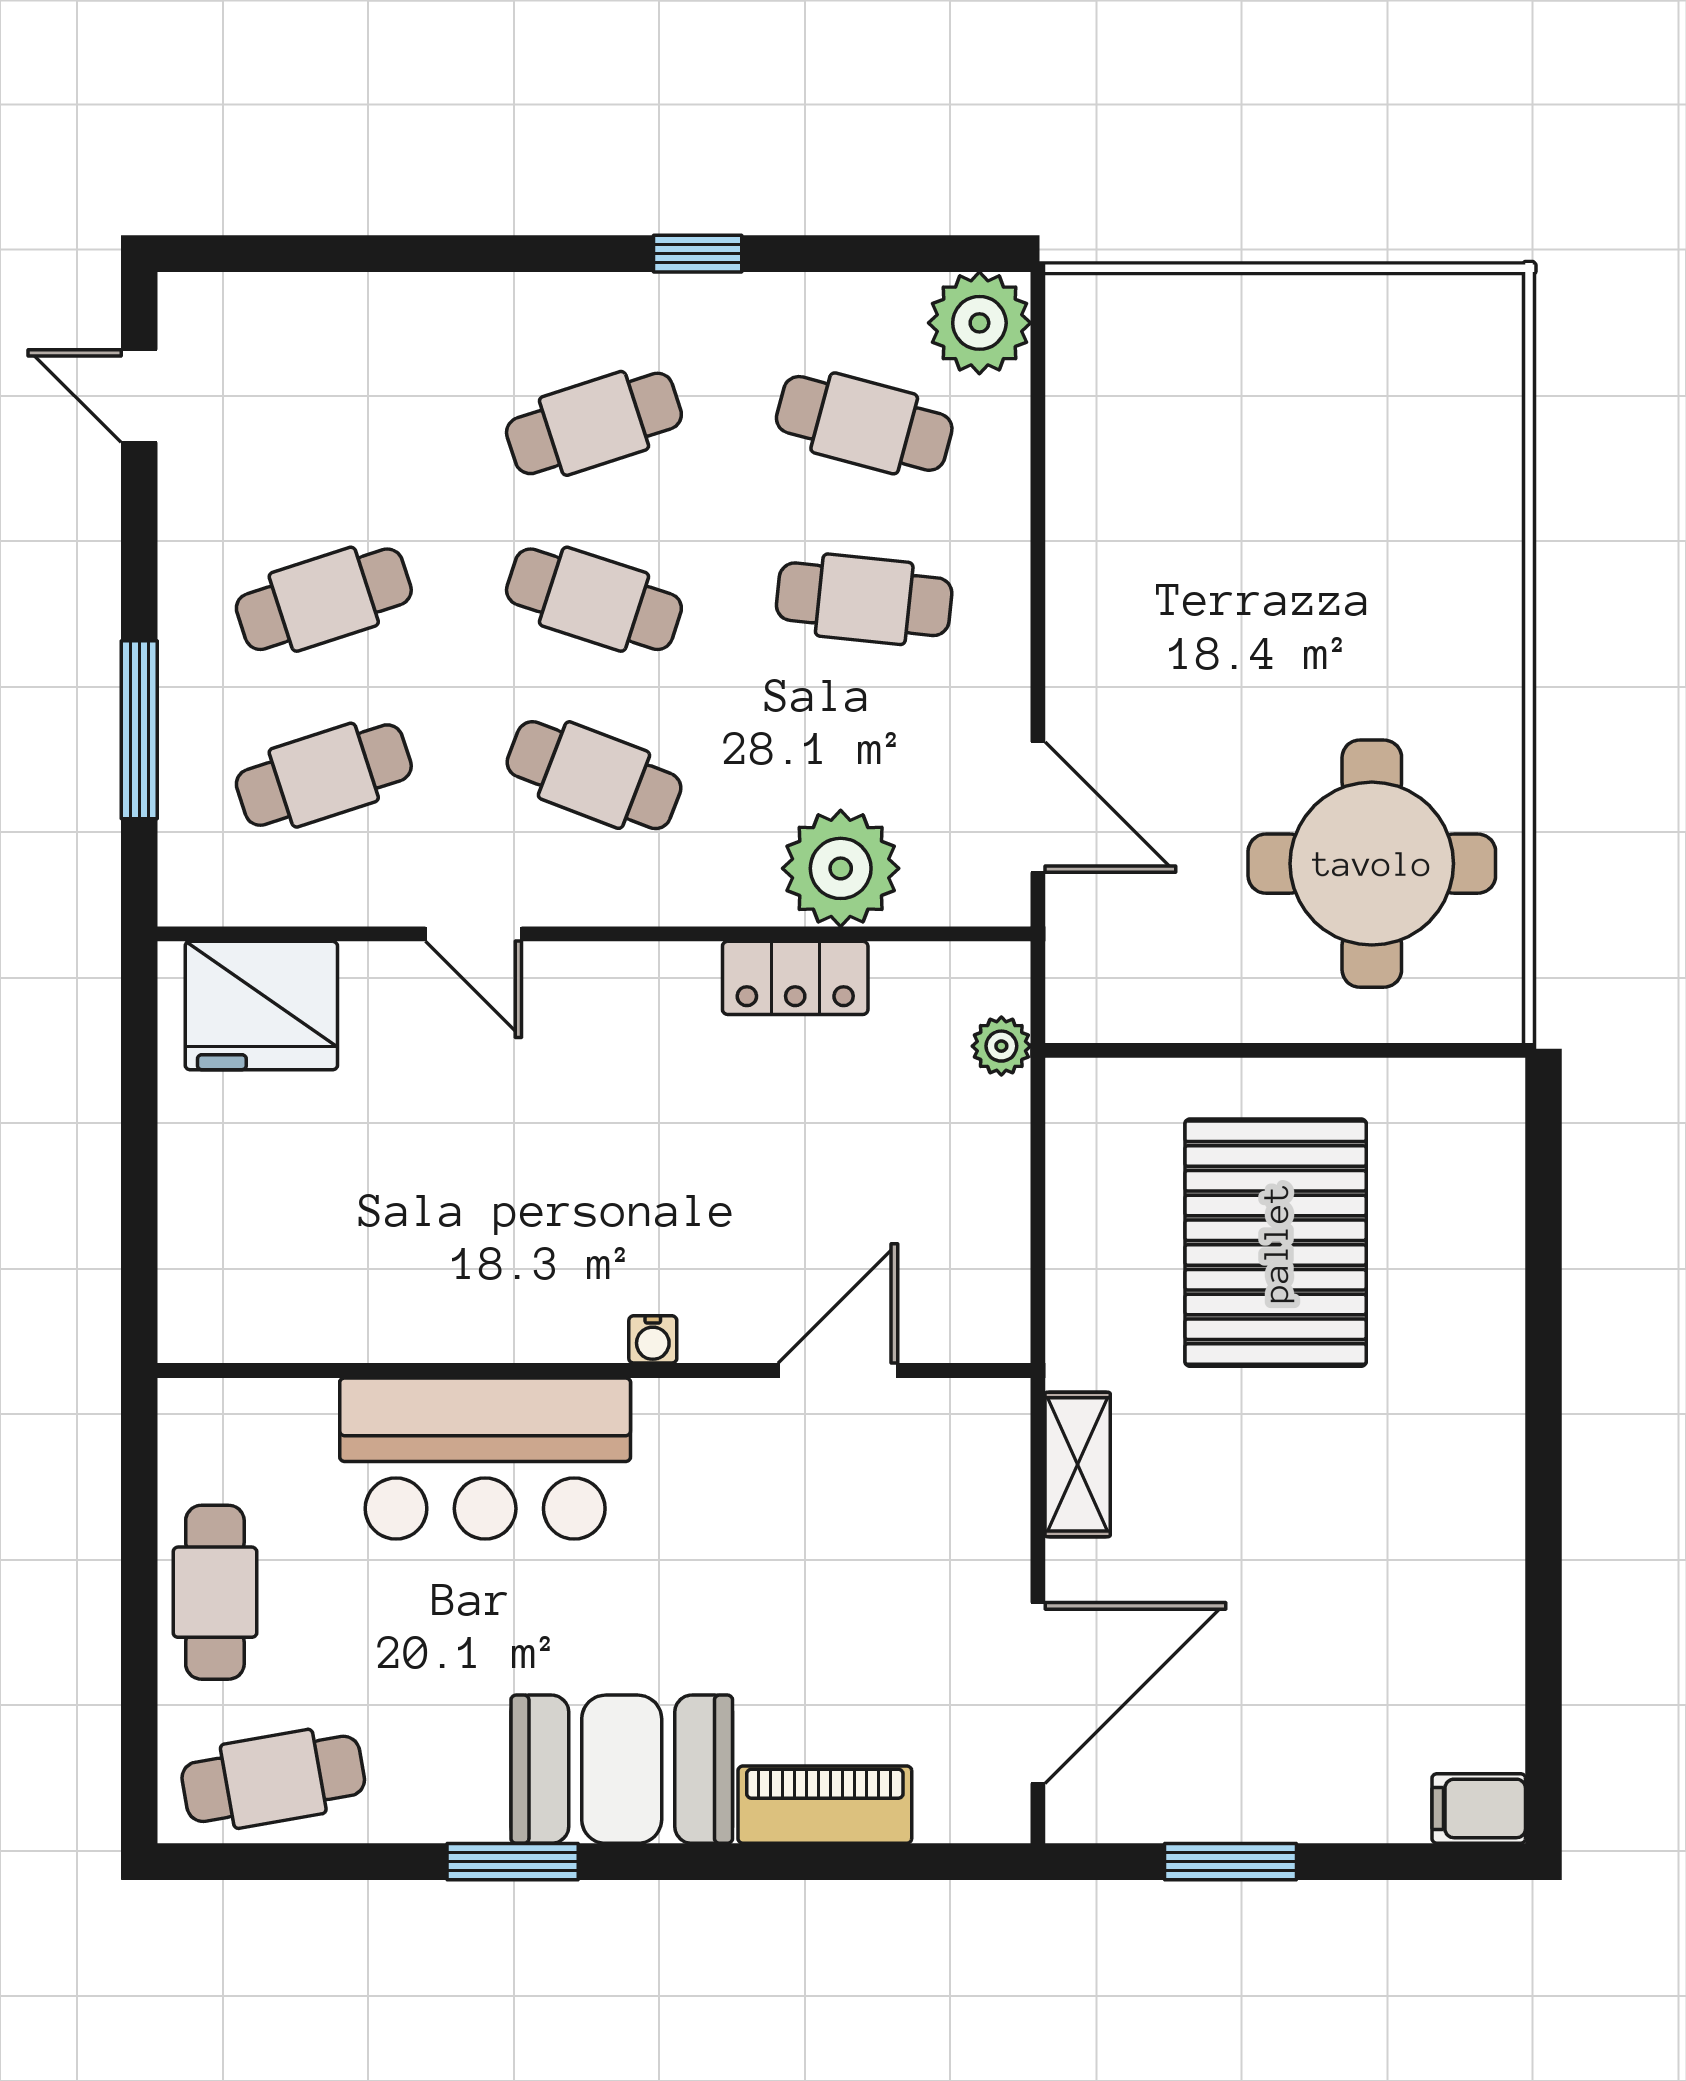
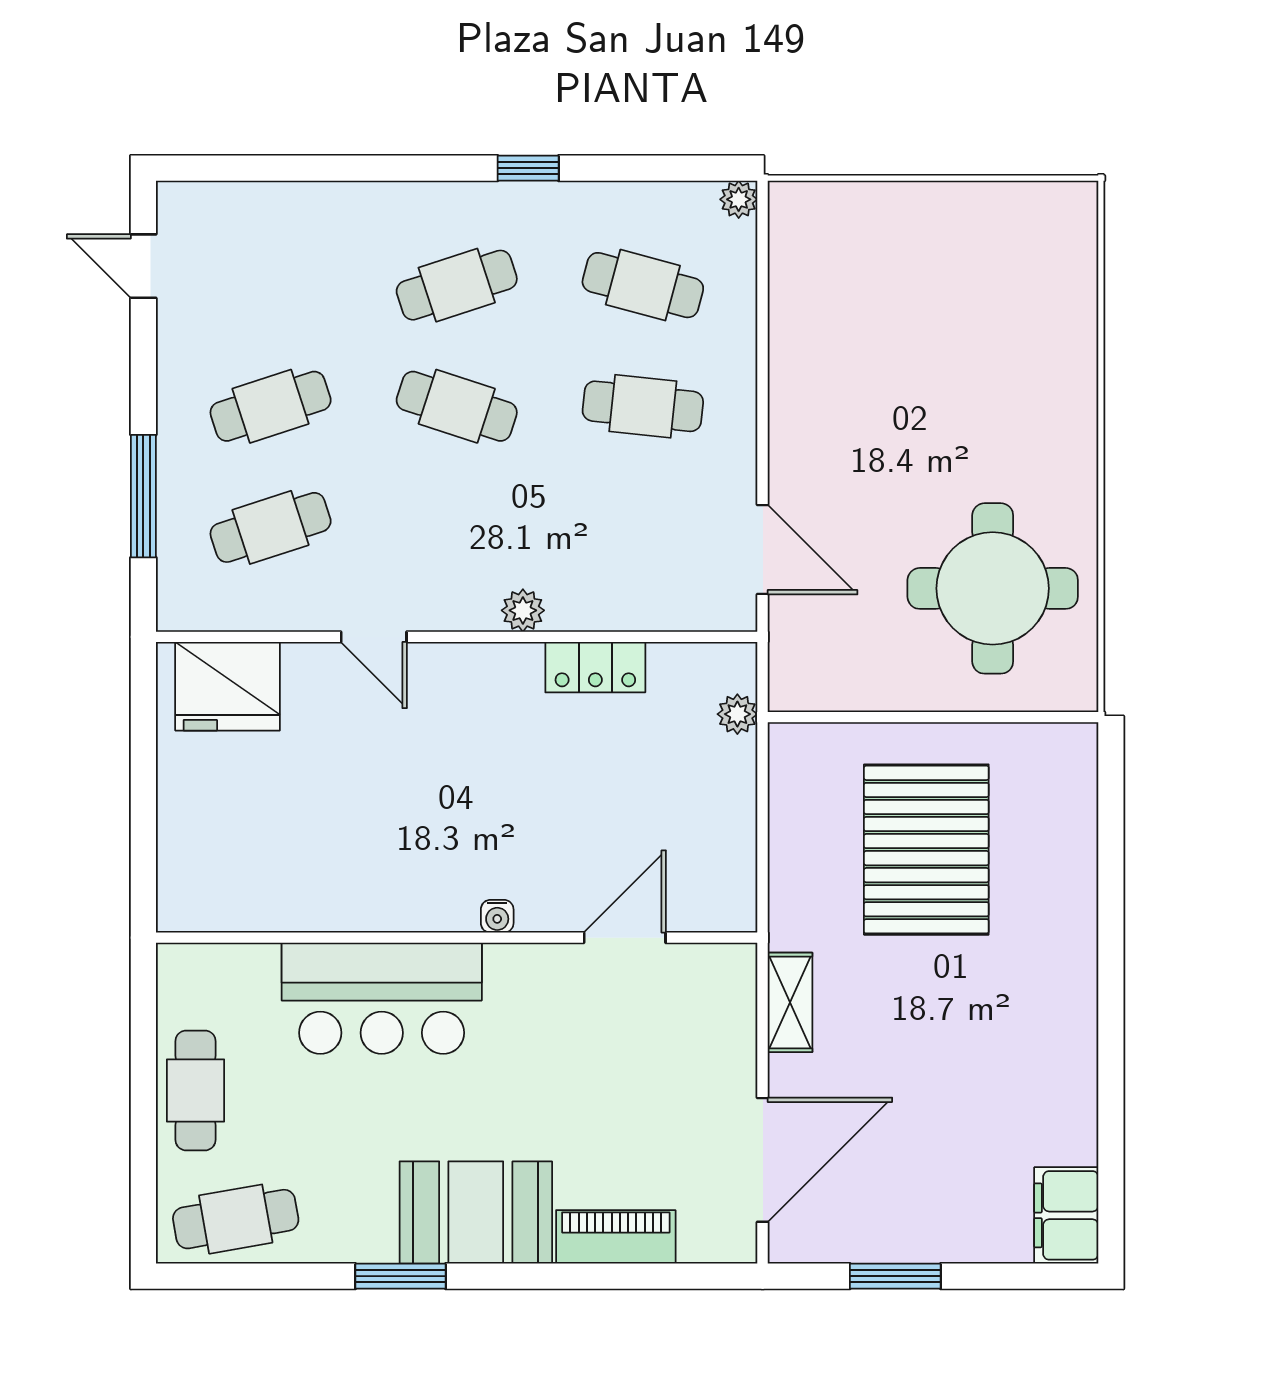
plant: (979, 323) -> (739, 199), width x0.53, depth x0.53
cafe table: (594, 775) -> (457, 527), removed
plant: (841, 868) -> (523, 610), moved, width x0.53, depth x0.53
filing cabinet: (1479, 1808) -> (1066, 1215), width x2.00

